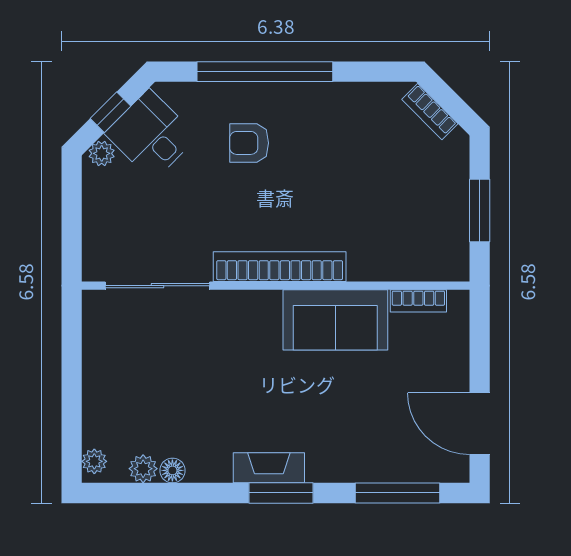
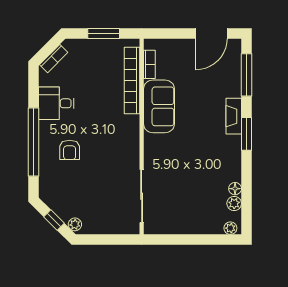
desk: (151, 135) -> (56, 103), moved, turned 45
bookcase: (280, 267) -> (132, 80), moved
fireplace: (269, 468) -> (234, 116), moved

